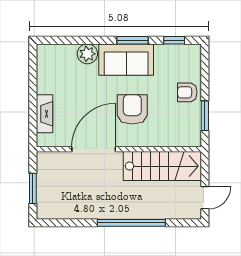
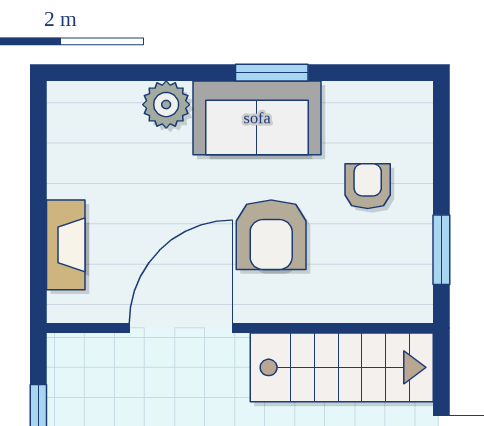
window: (174, 40) -> (369, 73), removed
armchair: (187, 92) -> (368, 186), moved, turned 90
armchair: (132, 109) -> (271, 235), turned 180

